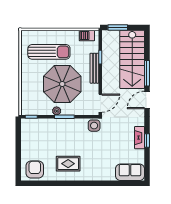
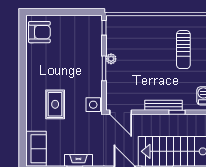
sun lounger: (49, 52) -> (183, 50), width x0.73, depth x0.75
parasol: (62, 84) -> (144, 66), removed
rug: (68, 164) -> (55, 104), moved

